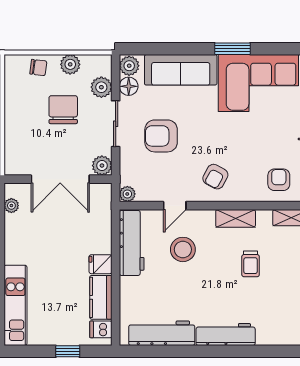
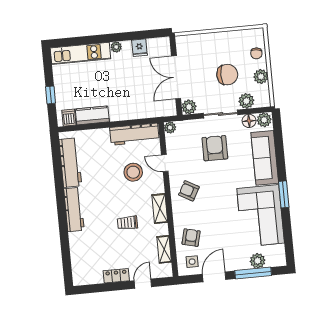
armchair: (279, 180) -> (191, 238), turned -76
plant: (11, 206) -> (116, 47), moved
fridge: (100, 264) -> (139, 48), moved, turned 180

